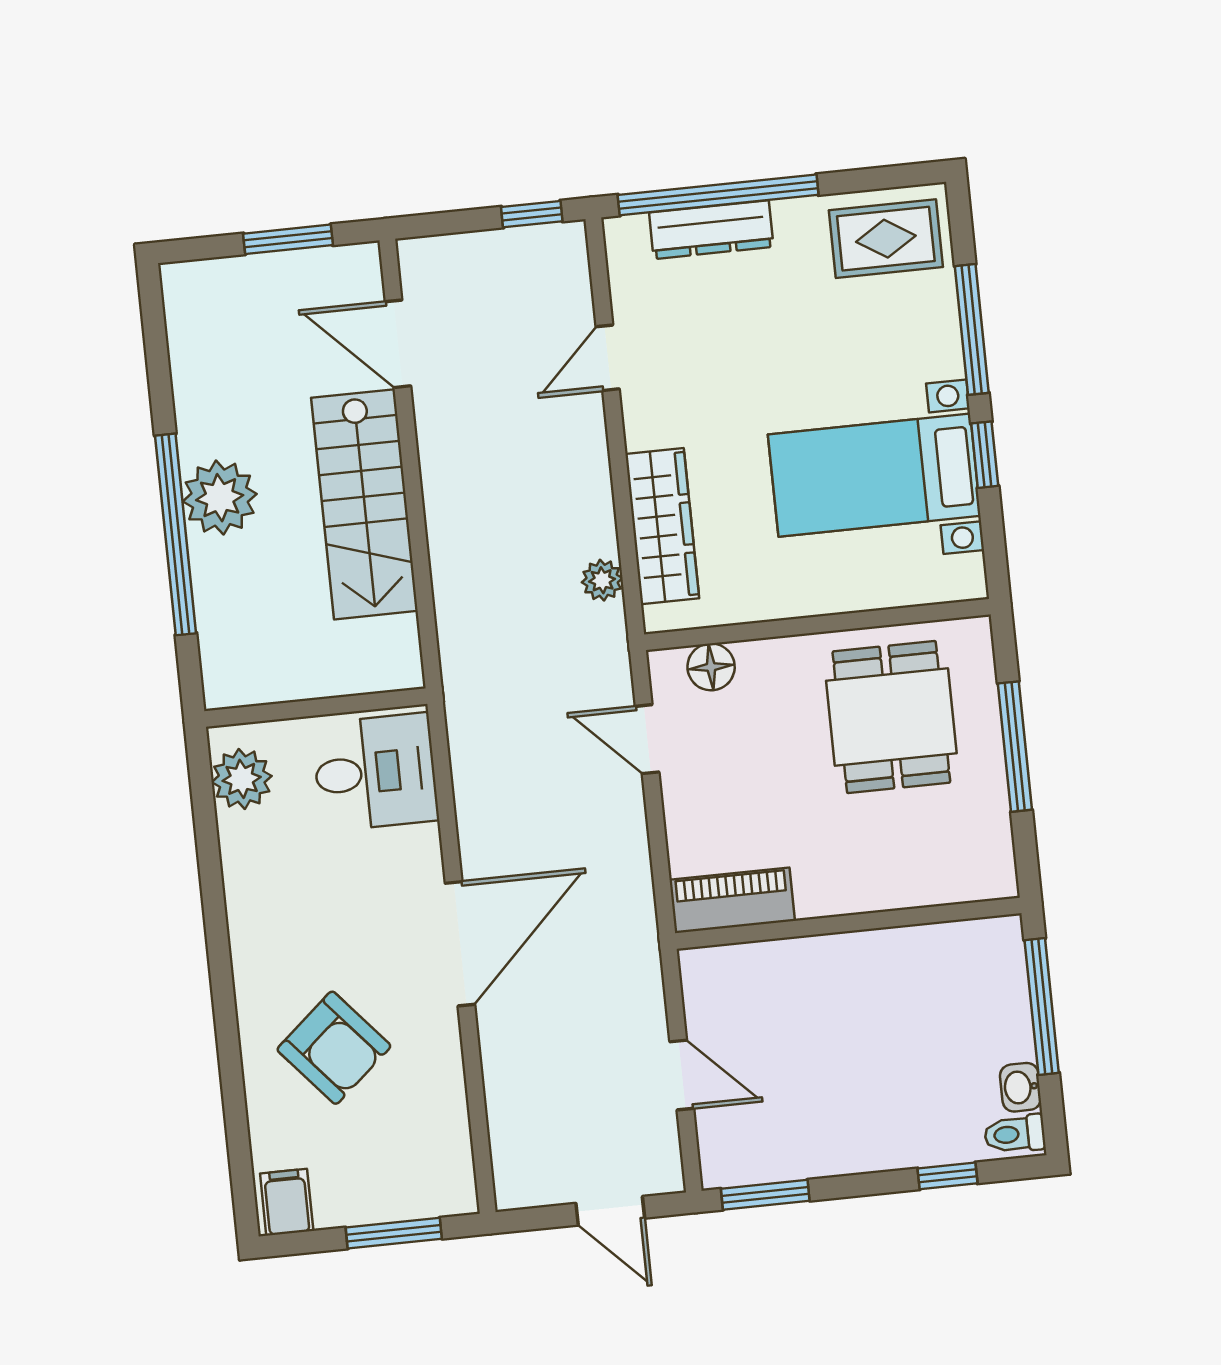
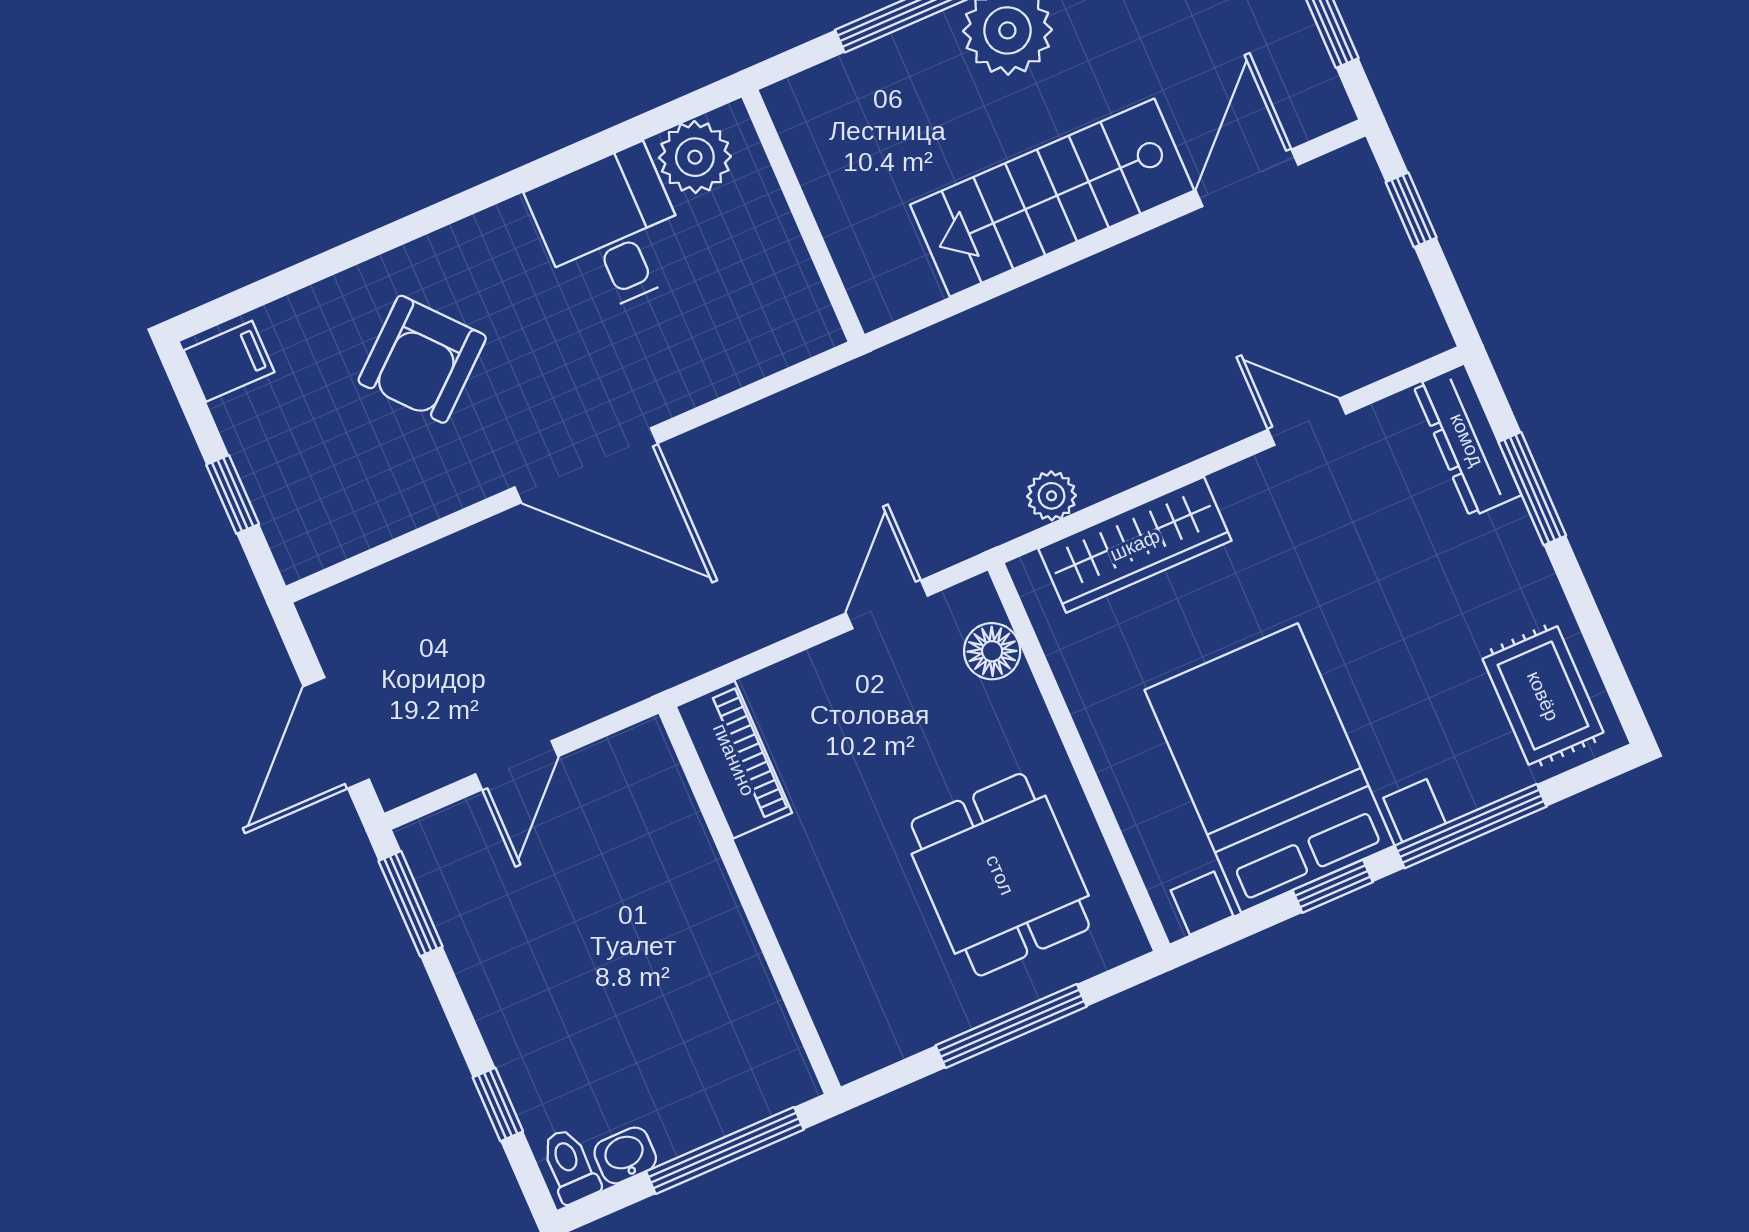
window: (718, 195) -> (1532, 489), width x0.47
window: (532, 214) -> (1411, 210), moved
dresser: (711, 230) -> (1467, 440), moved
bed with nightstands: (874, 475) -> (1270, 768), width x1.36
dining table: (891, 717) -> (1000, 875), turned 90
desk: (375, 772) -> (611, 231), moved, turned 180
door: (610, 1211) -> (336, 733), width x1.38
window: (394, 1233) -> (233, 494), width x0.67

